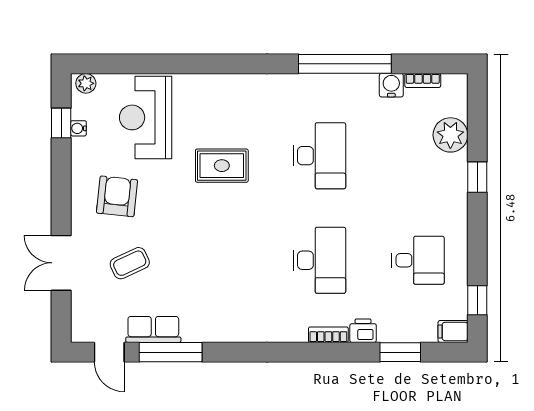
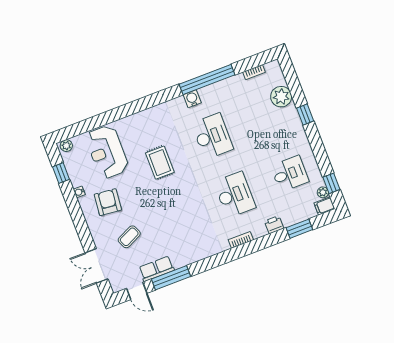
water cooler: (391, 85) -> (192, 99), moved
water cooler: (78, 128) -> (79, 192), moved
rug: (222, 166) -> (160, 163), turned 90
double door: (61, 263) -> (96, 266), moved
plant: (459, 309) -> (323, 192), added
bookcase: (328, 335) -> (241, 240), moved

